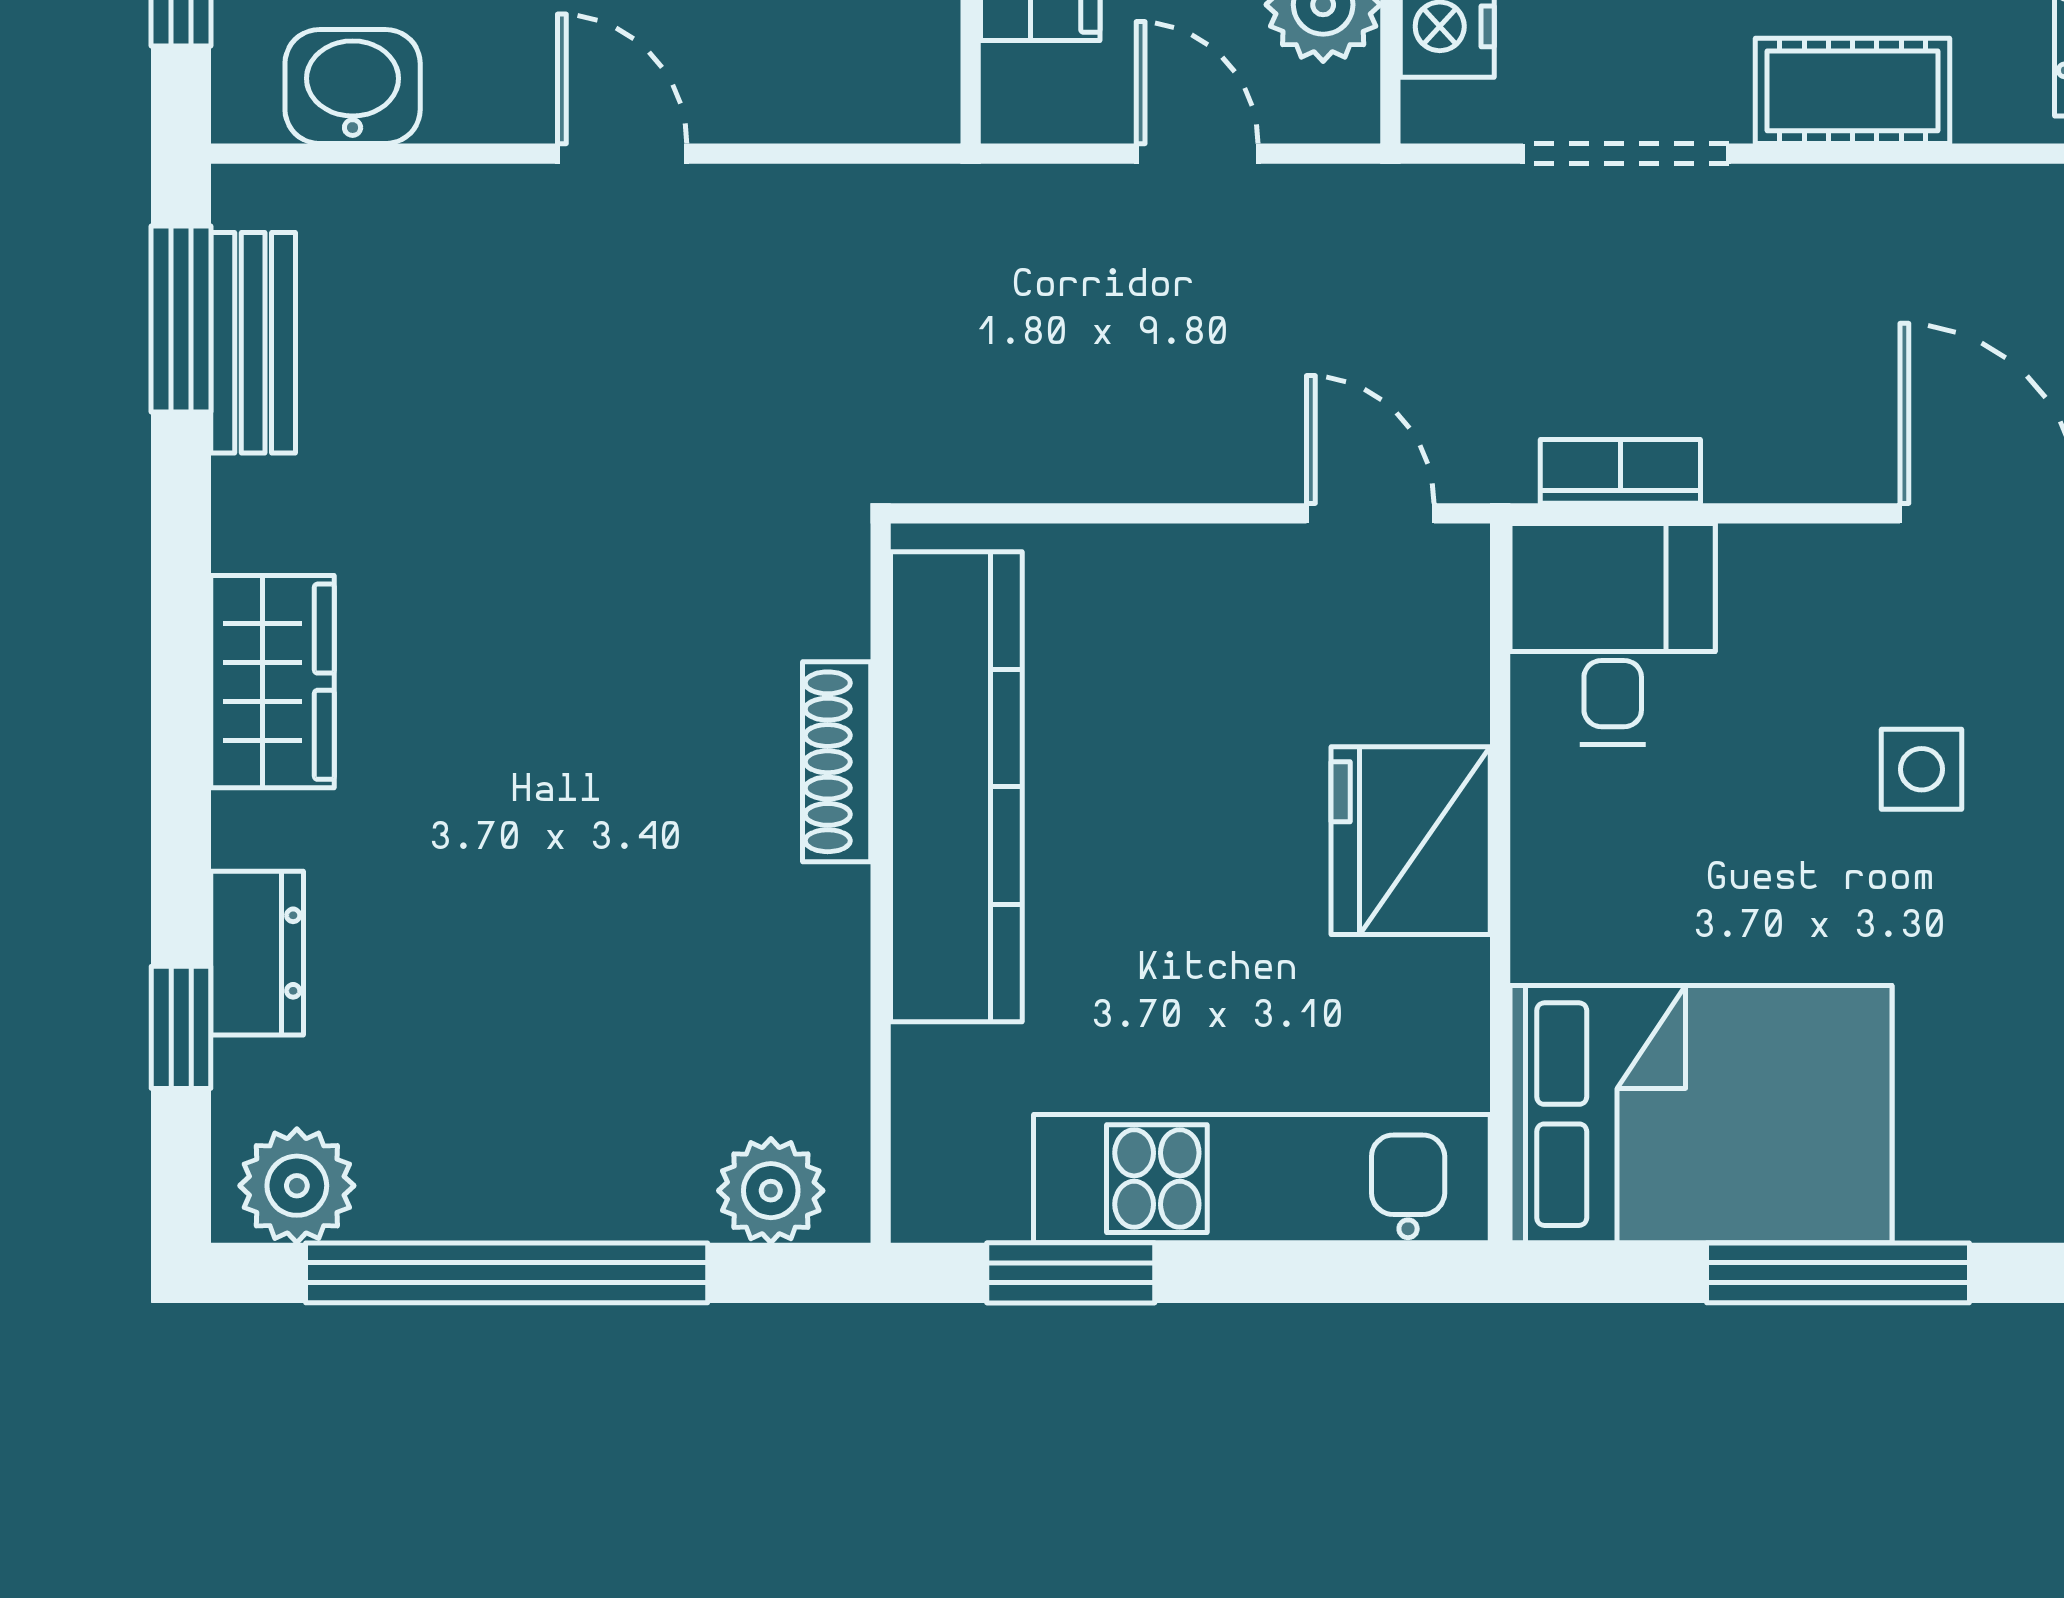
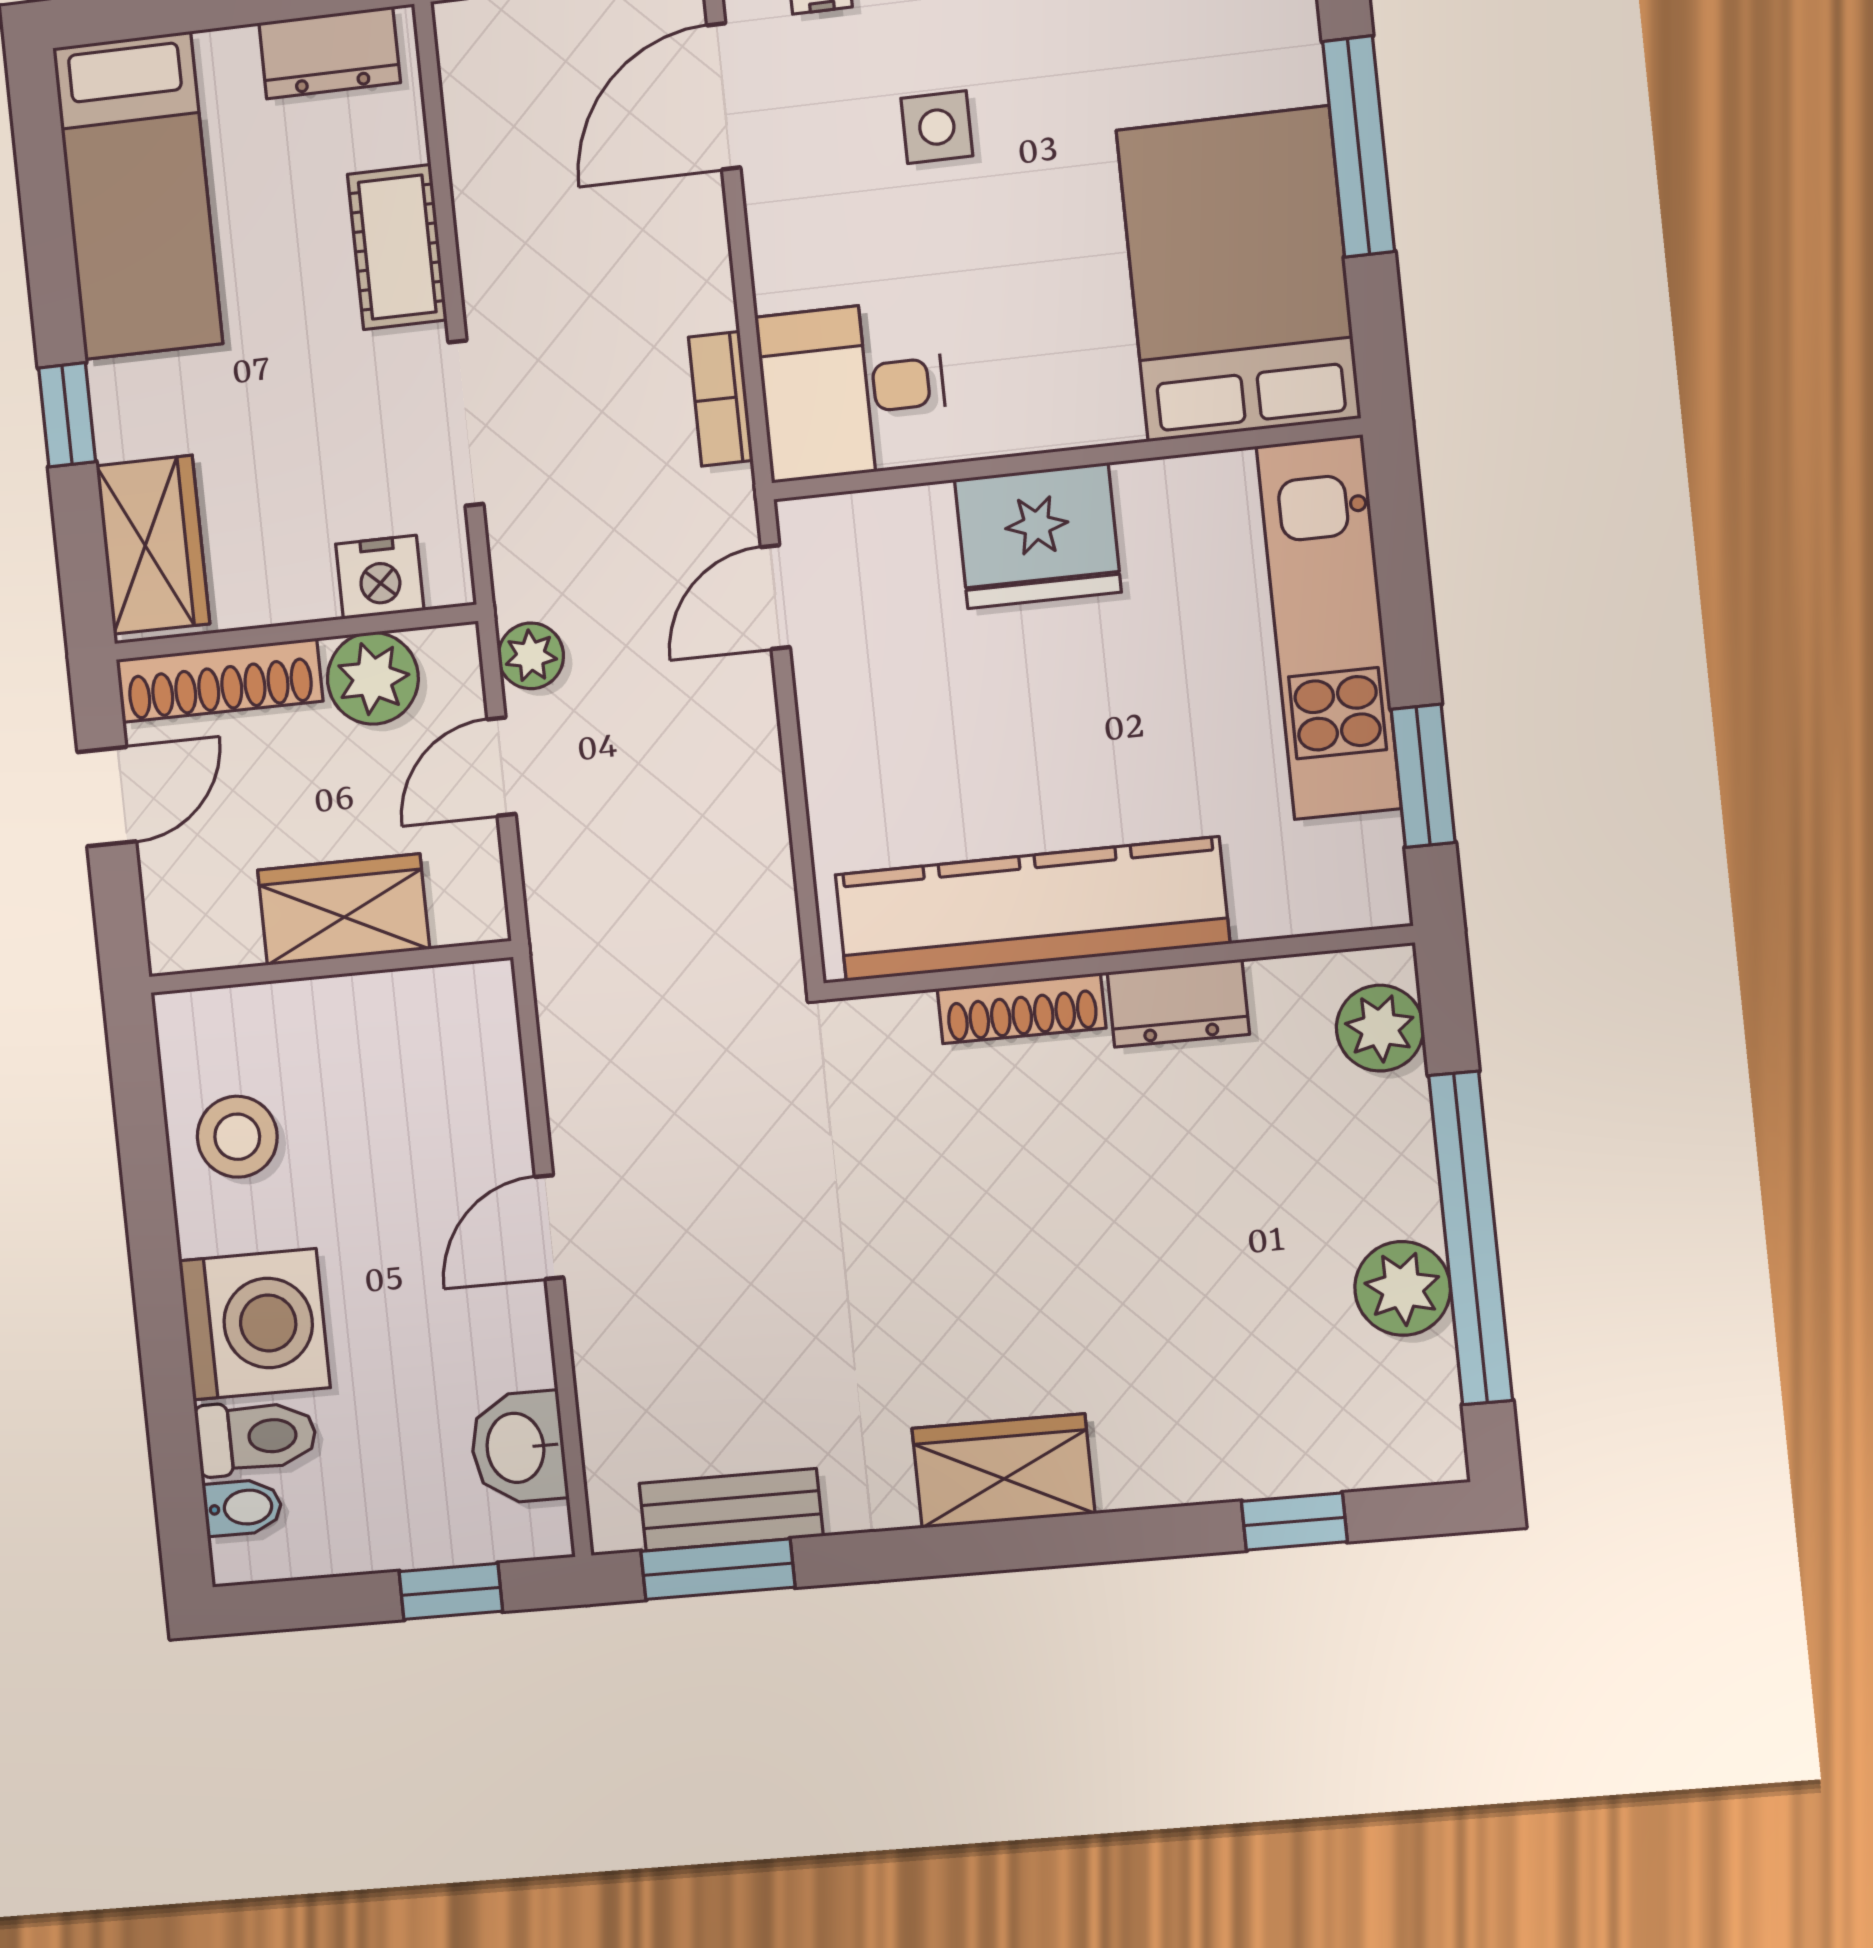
plant: (1330, 204) -> (531, 656), added
dresser: (257, 953) -> (1178, 1003), moved, turned 180
plant: (297, 1186) -> (1403, 1288), moved

